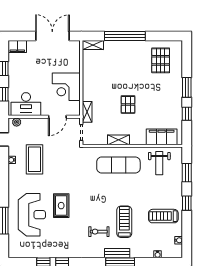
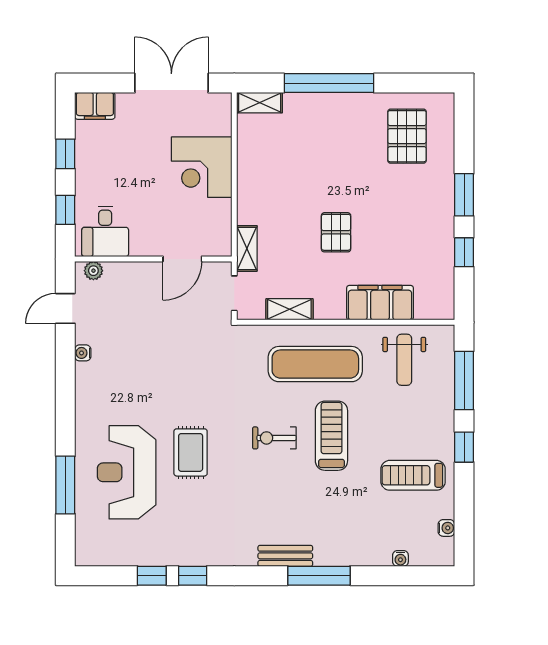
corner desk: (66, 87) -> (202, 167), moved
desk: (26, 104) -> (105, 231), width x0.73
filing cabinet: (162, 137) -> (380, 303), moved
shelving: (119, 140) -> (289, 309), moved
coffee table: (34, 159) -> (132, 352), removed
window: (187, 173) -> (464, 380), width x1.44
reception desk: (32, 215) -> (127, 472), turned 180
treadmill: (124, 222) -> (331, 436), moved
exercise bike: (99, 232) -> (274, 438), moved
bench: (117, 253) -> (285, 556), moved

